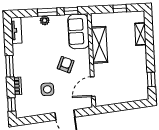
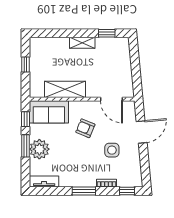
plant: (45, 20) -> (39, 149), width x1.87, depth x1.87
shelving: (140, 34) -> (82, 43), moved

